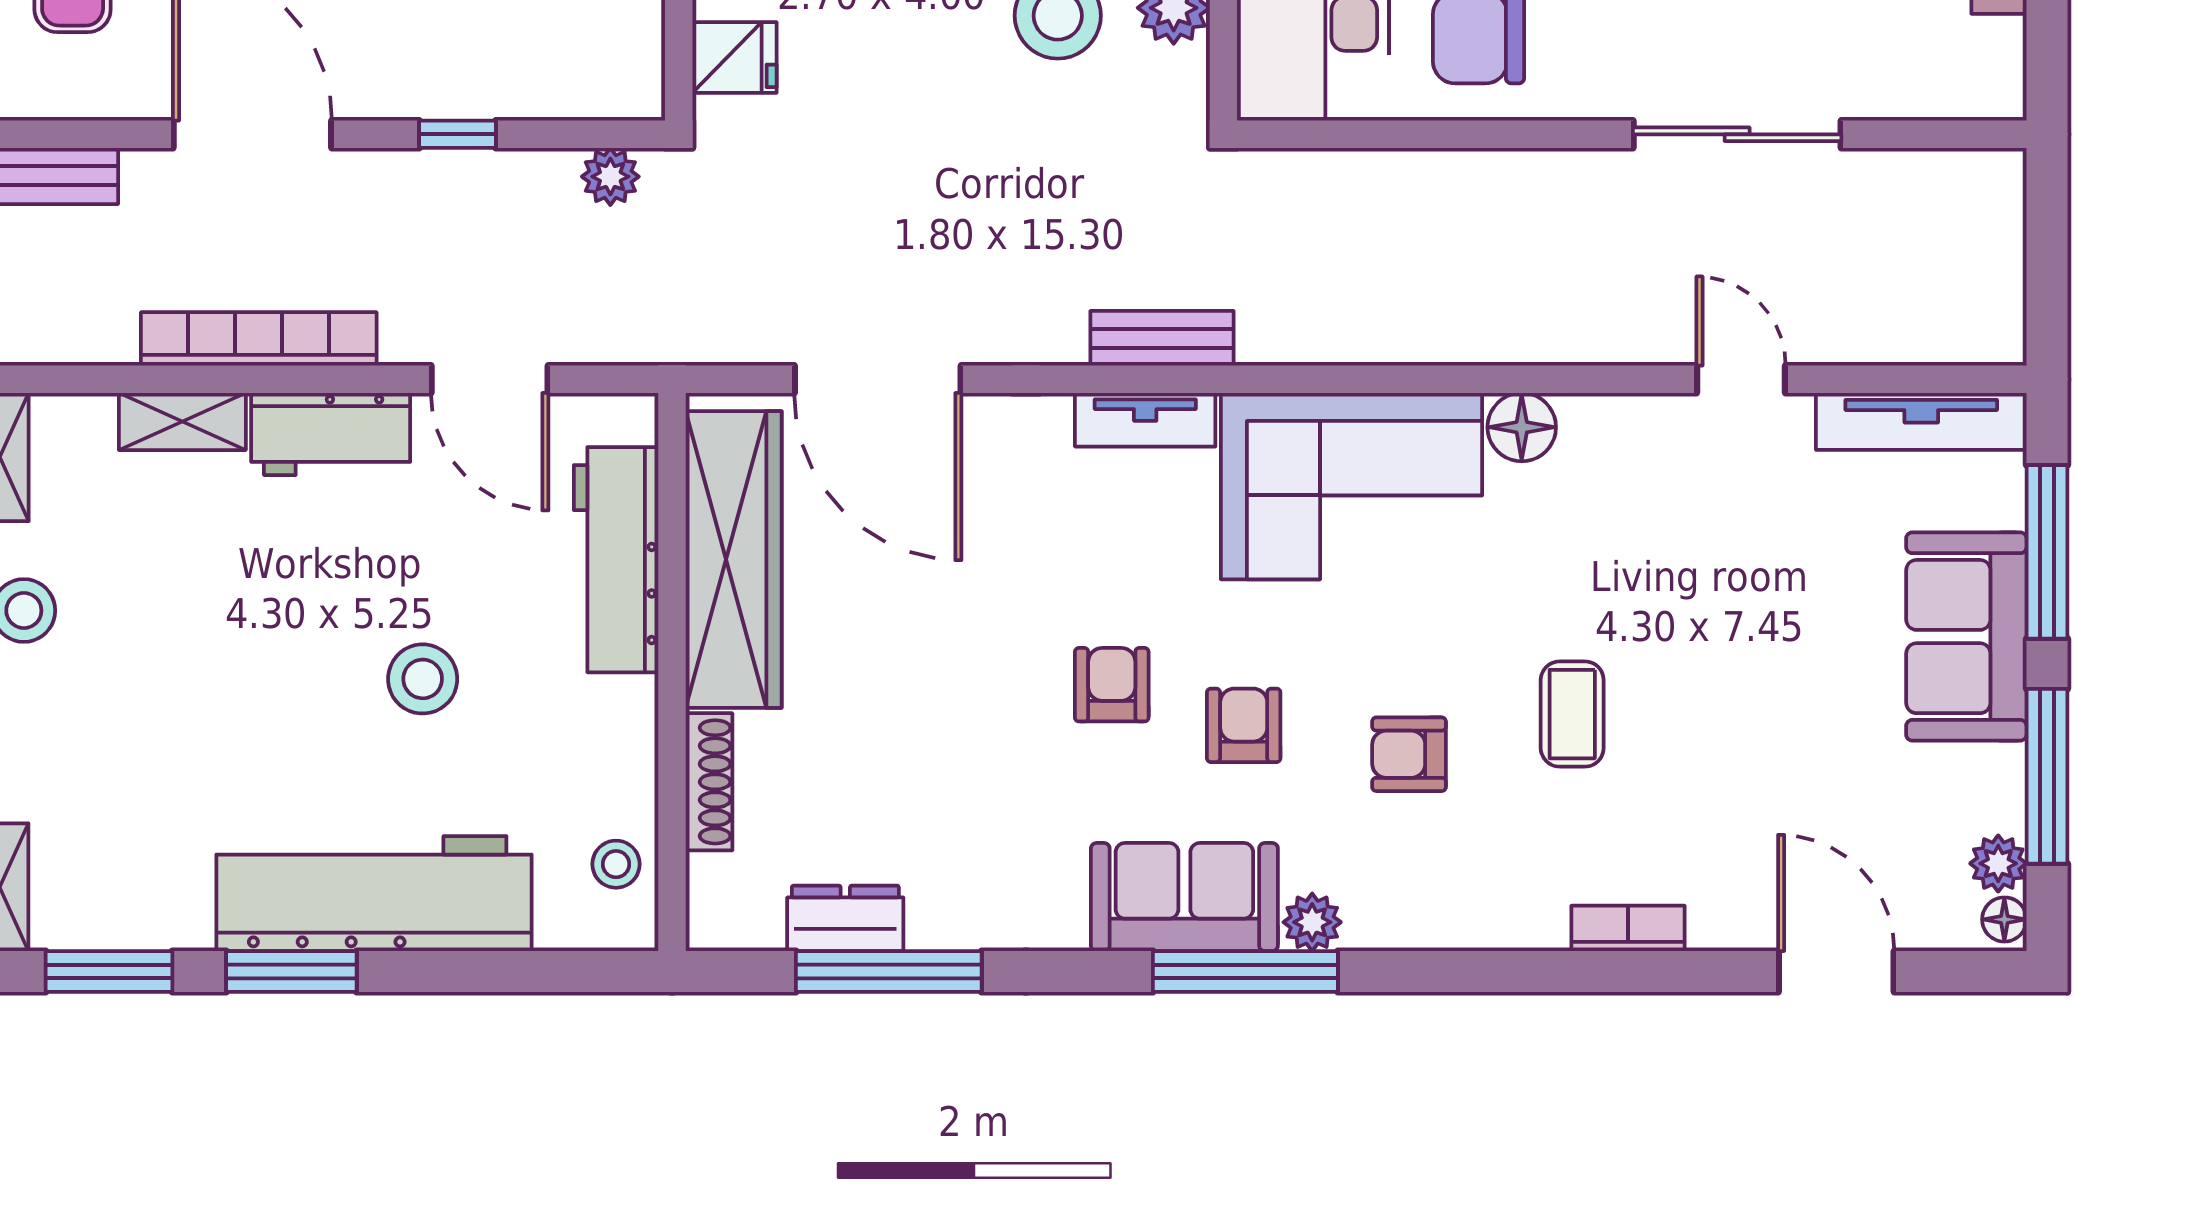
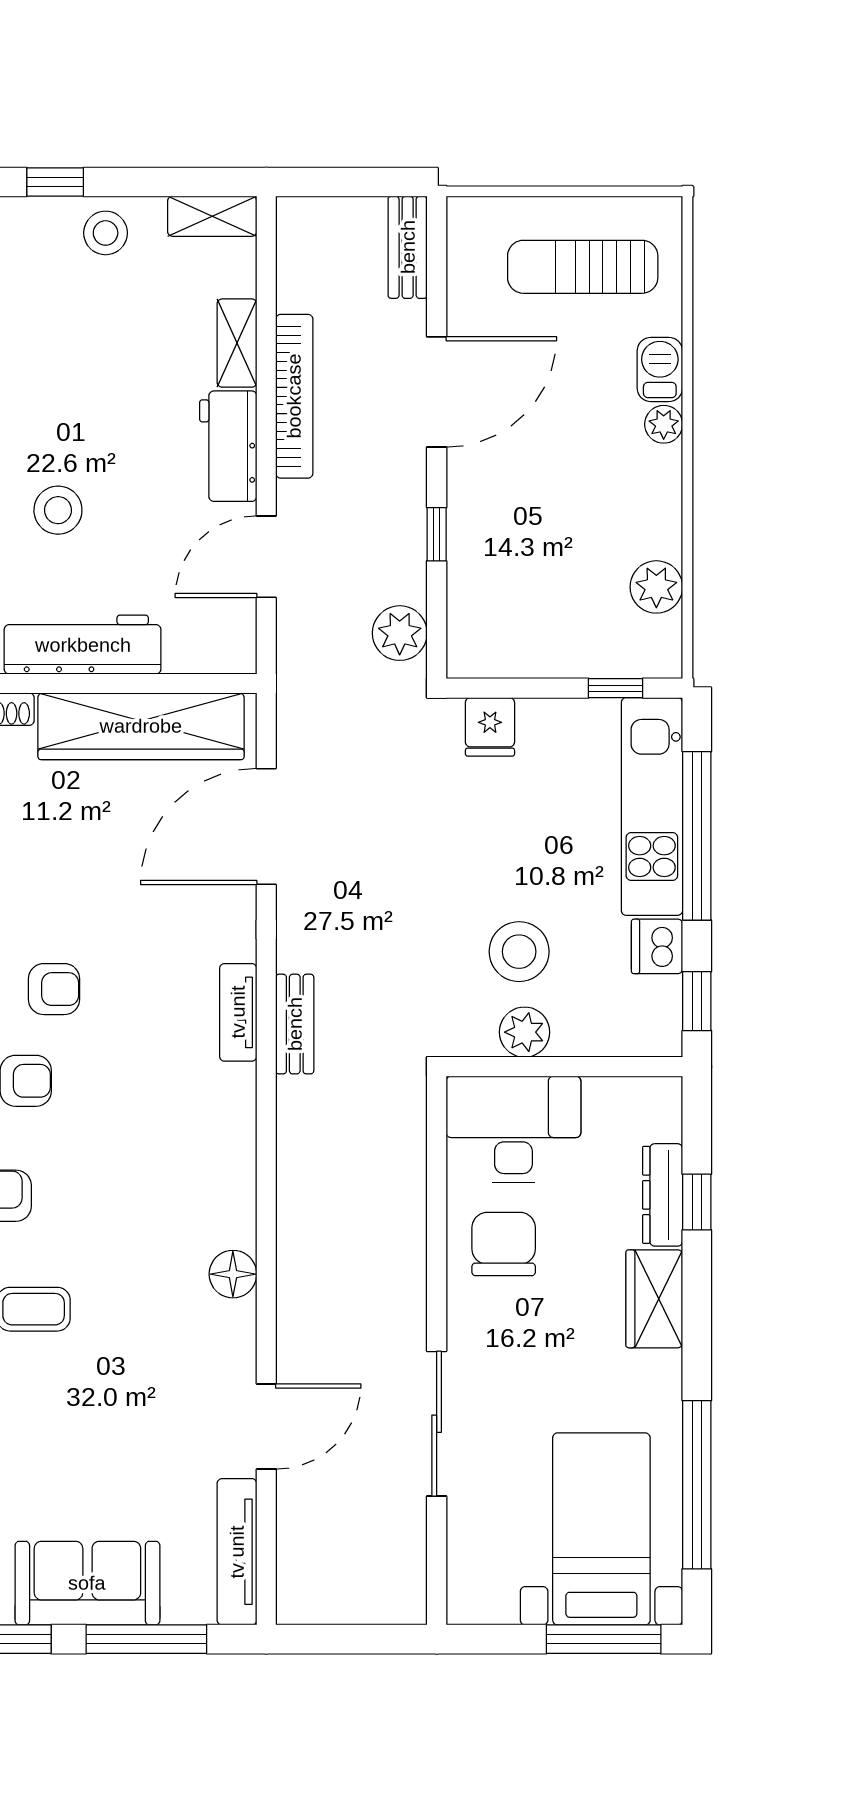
plant: (610, 177) -> (400, 633), width x1.38, depth x1.38
door: (1741, 379) -> (266, 1427), width x1.38
corner sofa: (1351, 486) -> (192, 1156), removed
workbench: (616, 560) -> (83, 645), moved

